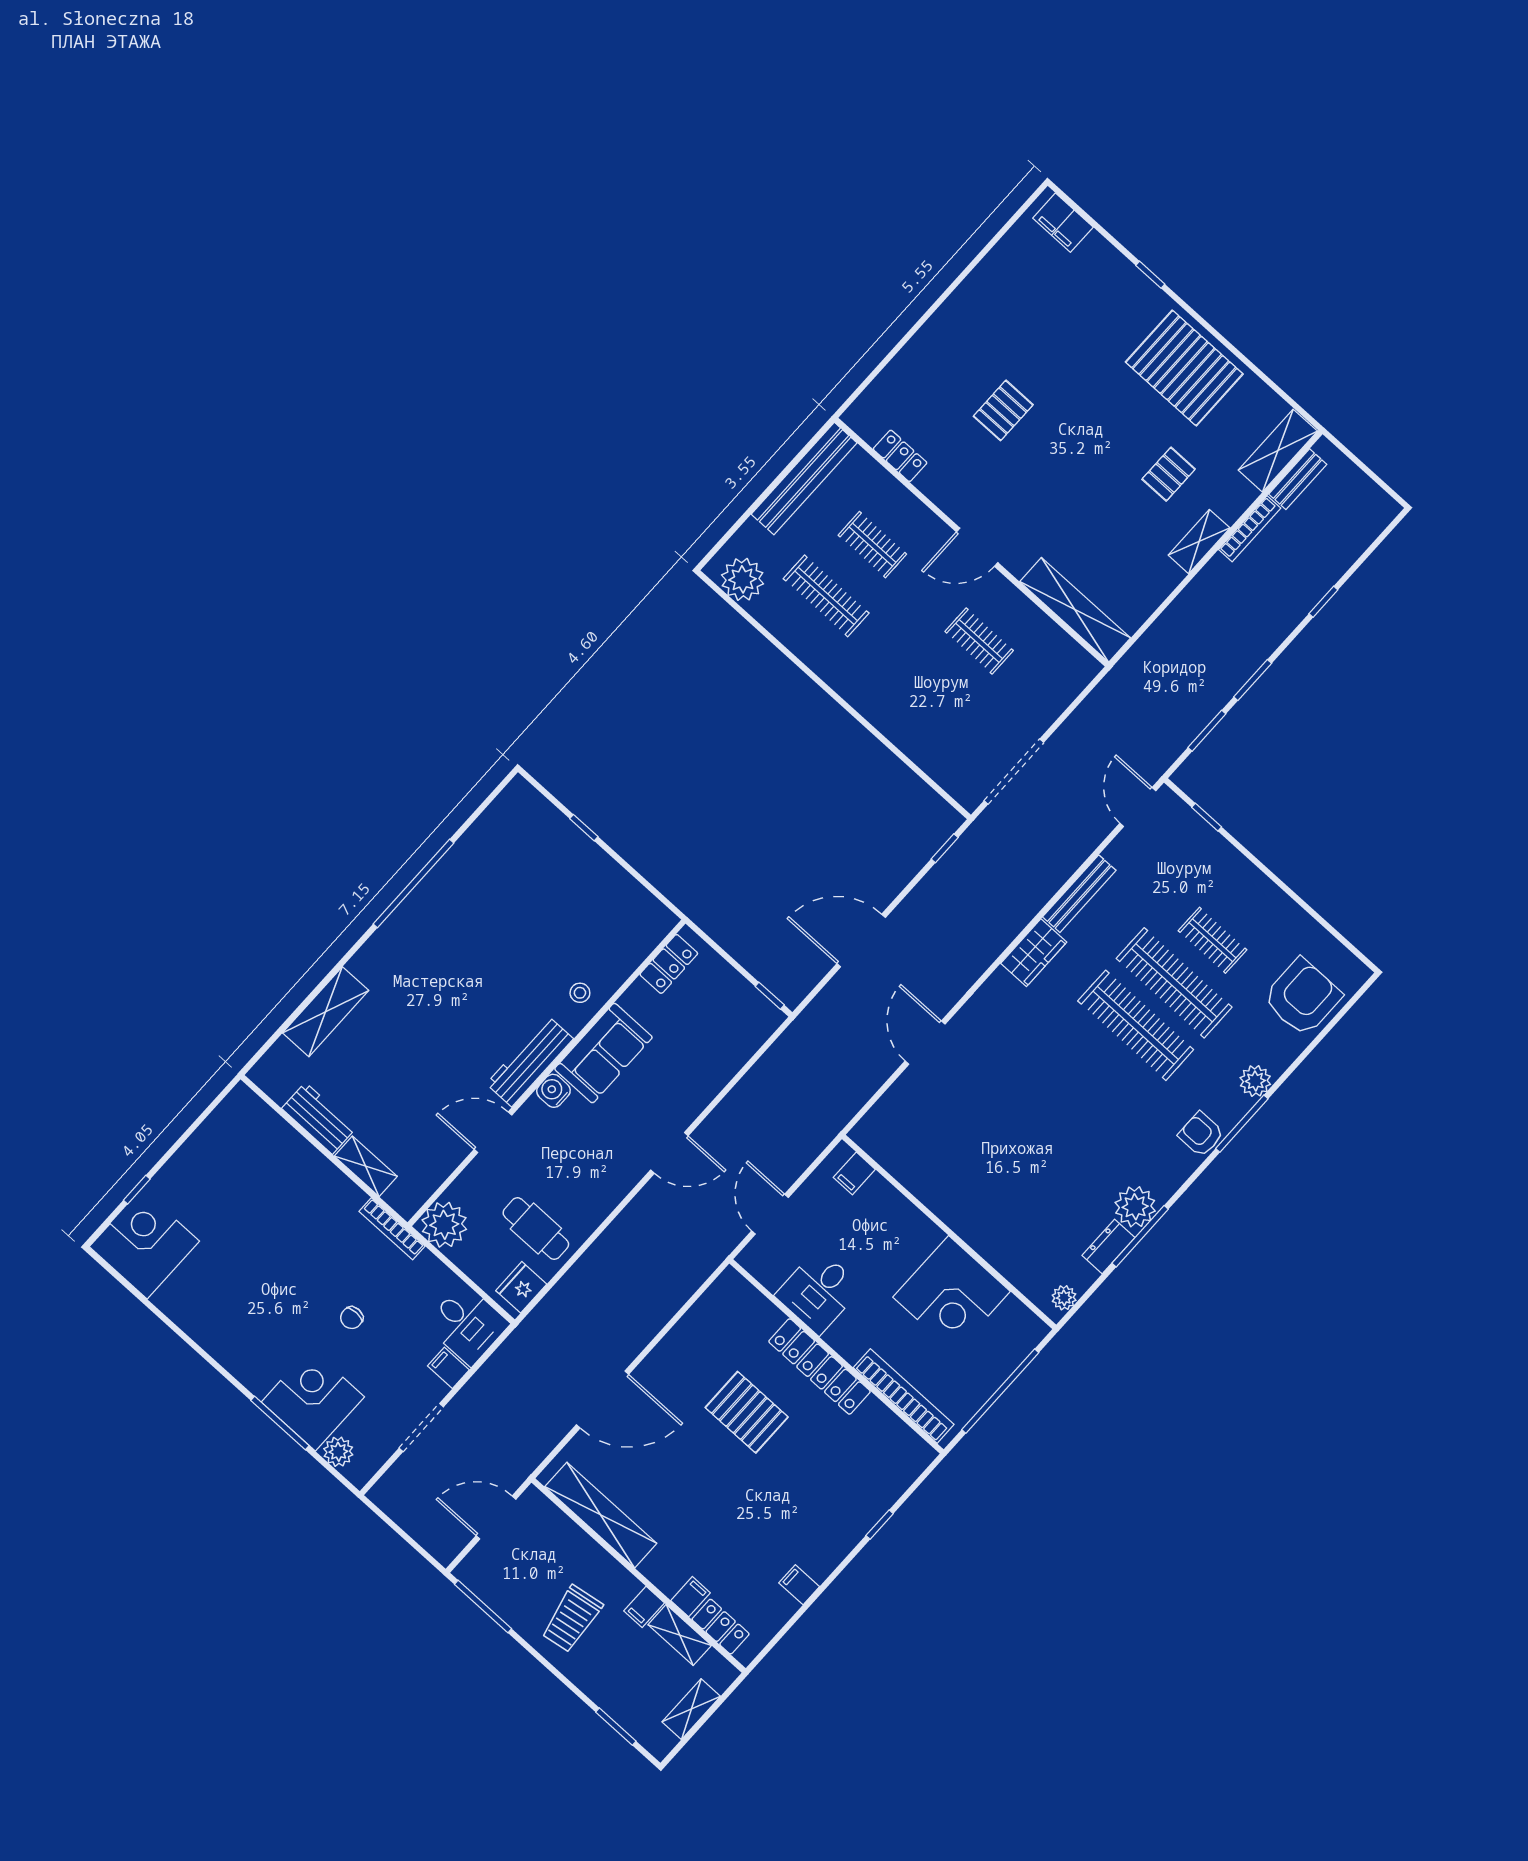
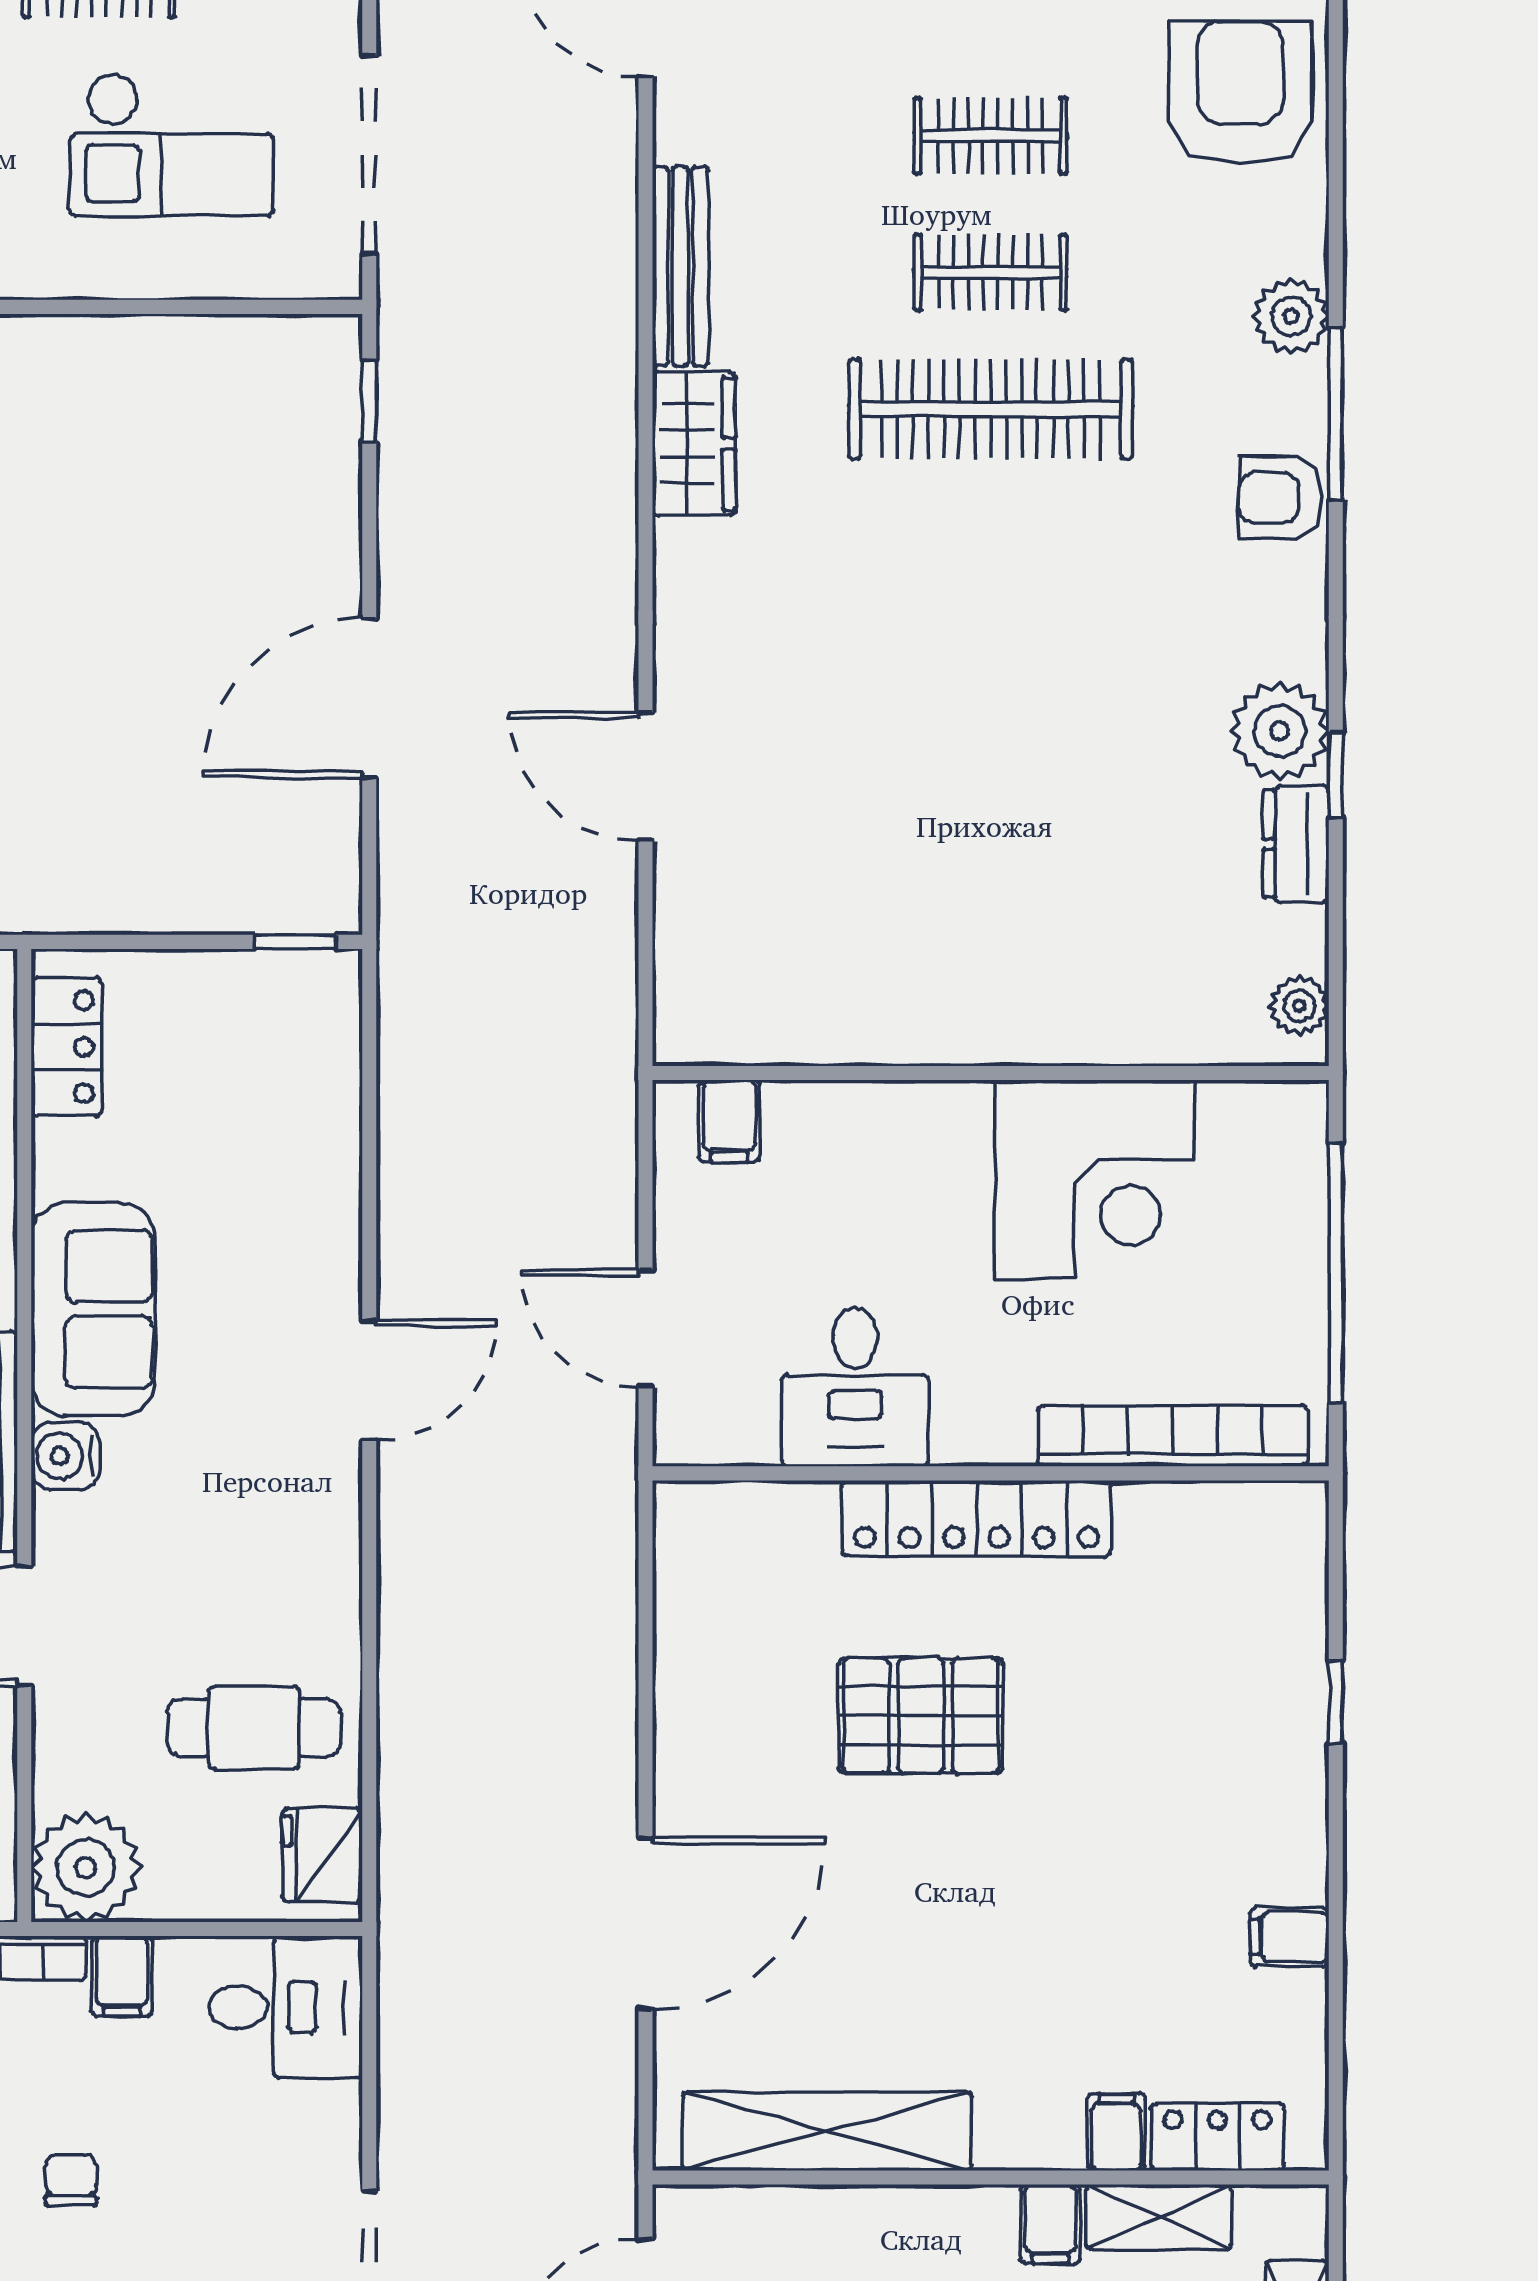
checkout: (955, 713) -> (171, 145), added
clothes rail: (1174, 983) -> (991, 272), width x0.54, depth x0.76
window: (1140, 1236) -> (1336, 775), width x0.46
chair: (352, 1318) -> (71, 2180), turned 180
filing cabinet: (448, 1368) -> (122, 1976), moved, turned -90

